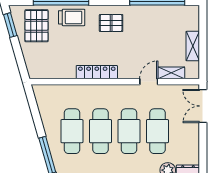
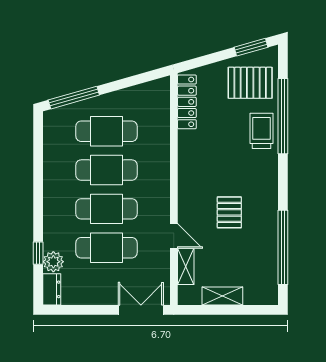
trolley: (72, 17) -> (261, 131), turned 180
pallet: (111, 23) -> (229, 212), moved
locker: (97, 72) -> (187, 102), moved

